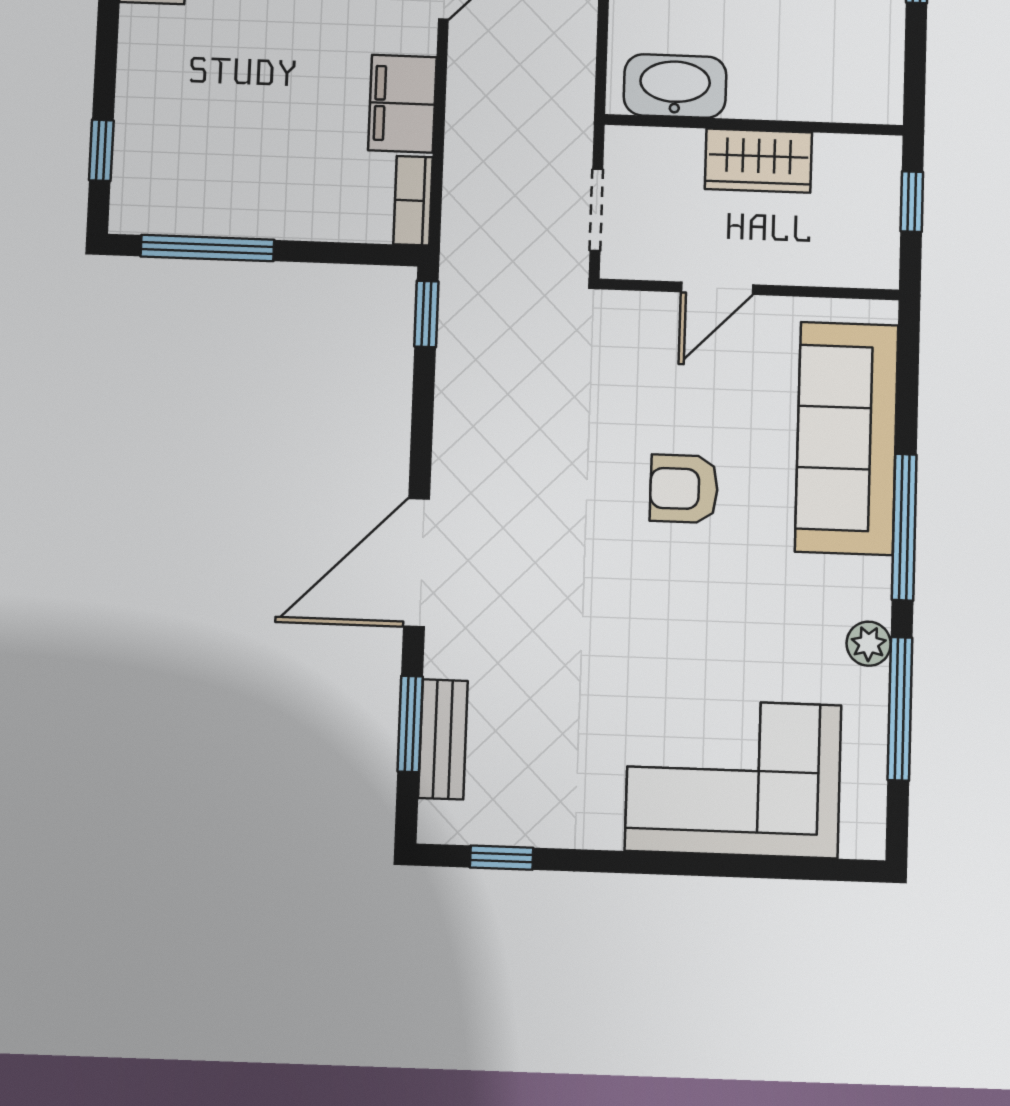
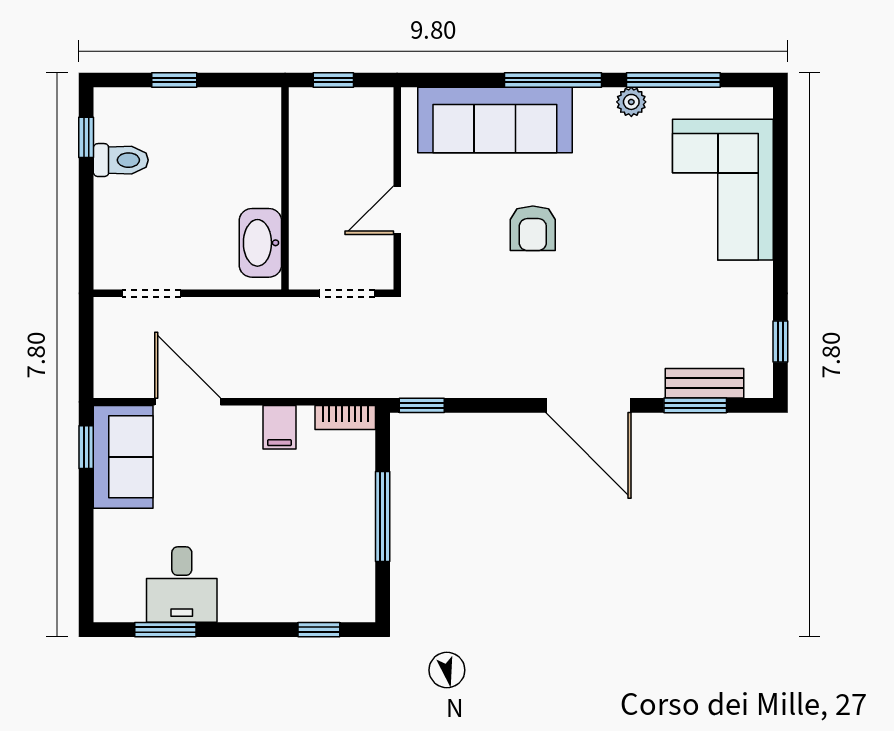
filing cabinet: (402, 104) -> (279, 427), width x0.50
wardrobe: (758, 161) -> (309, 185), removed
window: (207, 248) -> (383, 516), moved
door: (717, 288) -> (397, 210), swing flipped

